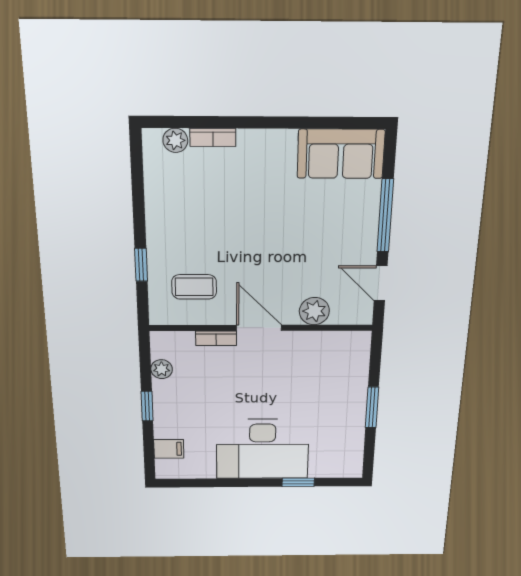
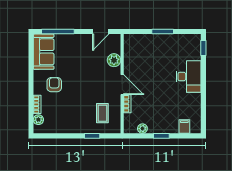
armchair: (261, 179) -> (54, 85), added
window: (385, 216) -> (58, 32), moved
door: (259, 328) -> (122, 85), swing flipped
desk: (262, 449) -> (188, 77), width x0.73, depth x0.77
window: (298, 482) -> (203, 48), moved

